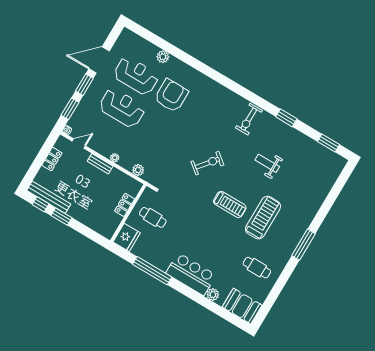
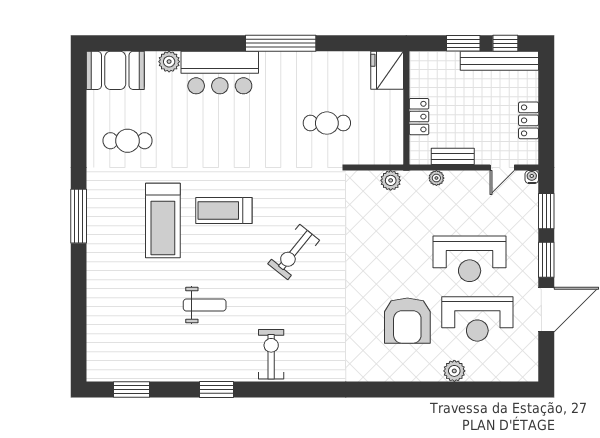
locker: (125, 205) -> (419, 117), moved
wall: (128, 213) -> (406, 108), moved
fridge: (127, 237) -> (387, 70), moved

